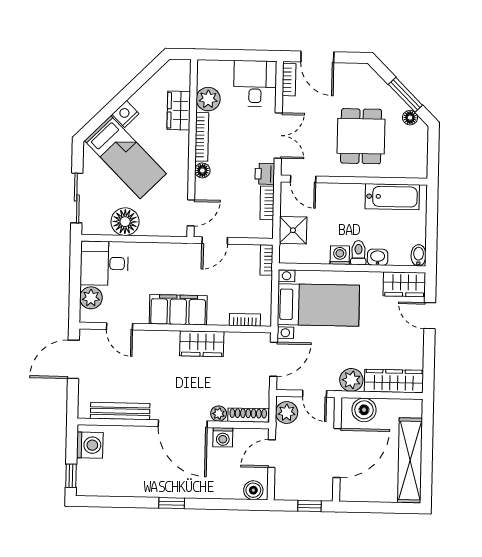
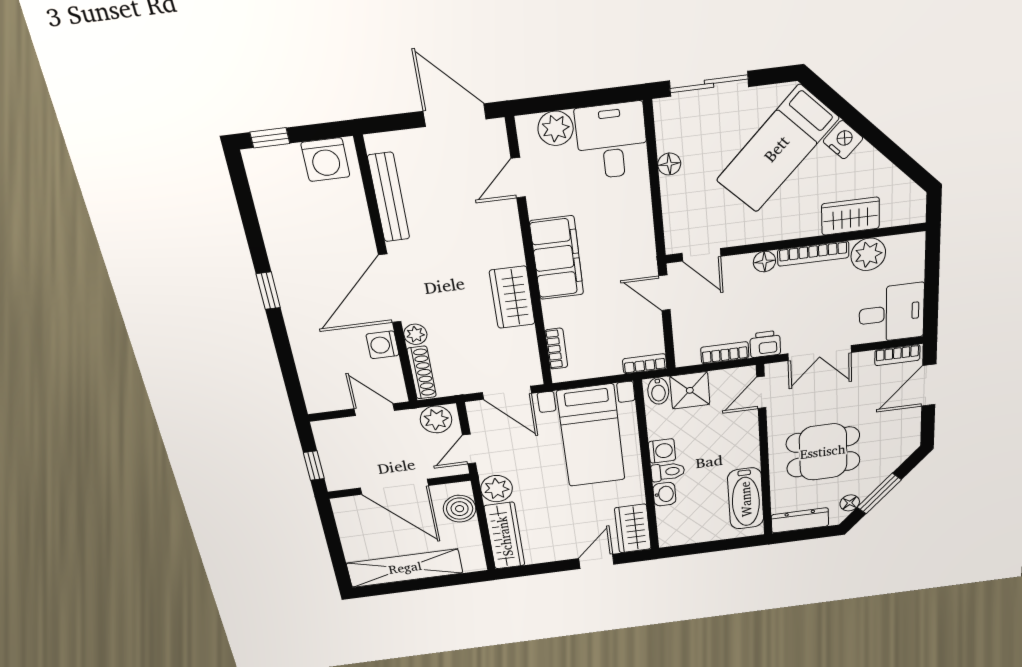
dresser: (419, 156) -> (800, 520), added
floor lamp: (125, 222) -> (669, 164), width x0.53, depth x0.53
bidet: (419, 255) -> (658, 391), moved, turned 90
boiler: (253, 490) -> (317, 395), removed

